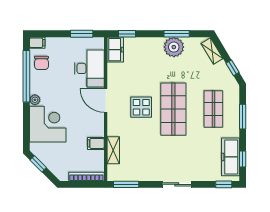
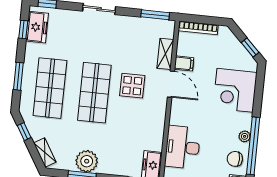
chair: (42, 63) -> (235, 159), turned -90
plant: (35, 100) -> (245, 136), moved
door: (106, 100) -> (171, 84), moved
display table: (141, 107) -> (132, 86), moved
shop shelf: (213, 109) -> (50, 88), width x1.43, depth x1.36
freezer: (231, 157) -> (37, 27), width x0.71

